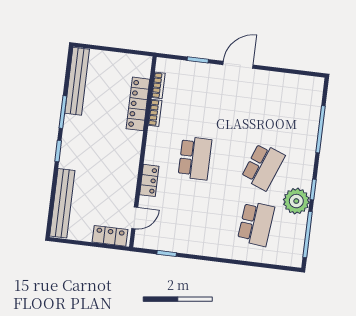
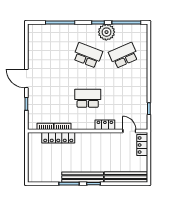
bench: (77, 81) -> (83, 177), moved
school desk: (256, 224) -> (124, 55), turned -30

